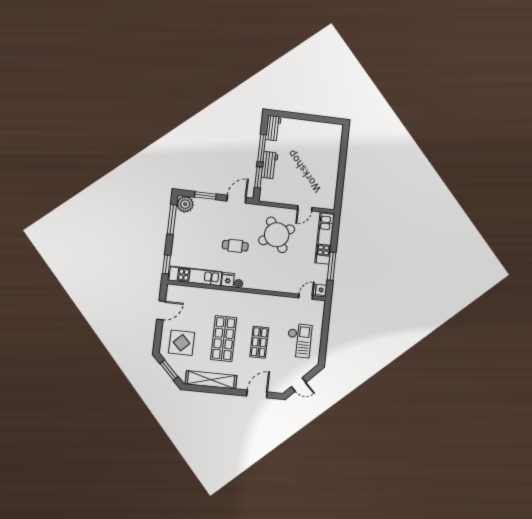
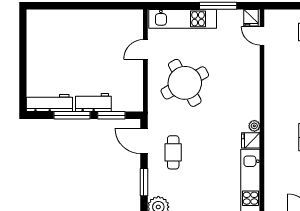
workbench: (273, 128) -> (49, 103), width x1.37
door: (305, 208) -> (145, 49), swing flipped
cafe table: (235, 246) -> (173, 152), moved

